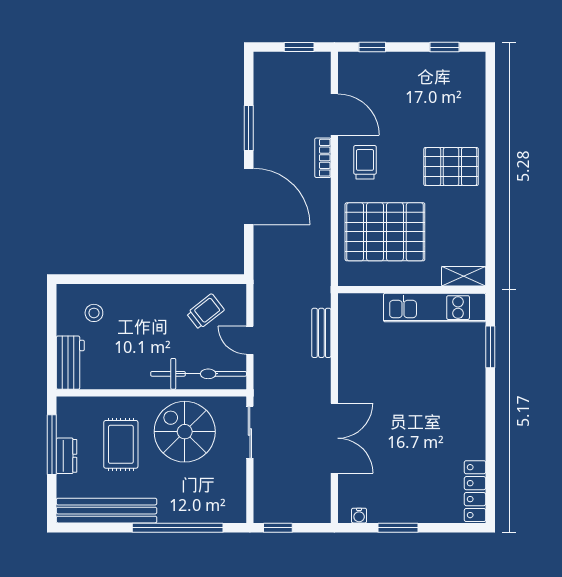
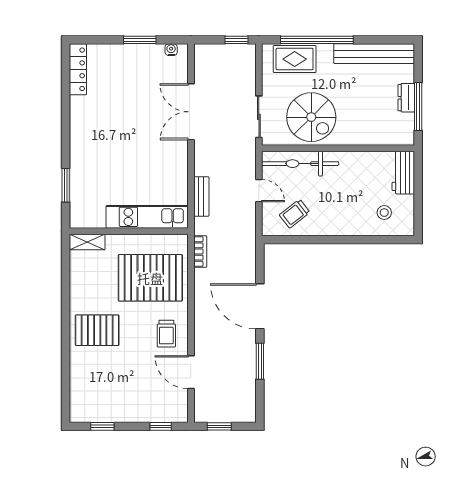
bookcase: (323, 158) -> (200, 251), moved
kitchen unit: (435, 308) -> (147, 217), moved
rug: (121, 444) -> (295, 59), moved, turned 90

